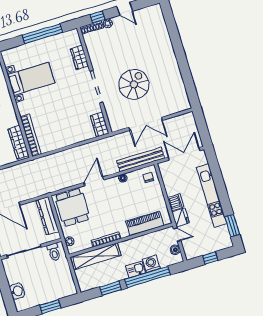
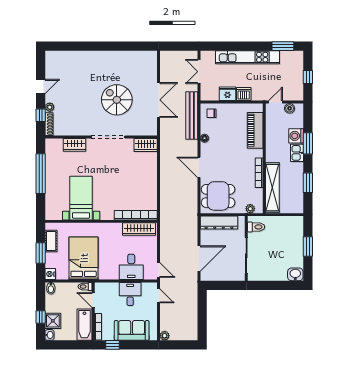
double door: (184, 154) -> (199, 72), width x0.73
fridge: (181, 217) -> (227, 94), moved
window: (147, 277) -> (308, 143), width x0.47
washbasin: (17, 291) -> (295, 274), moved

